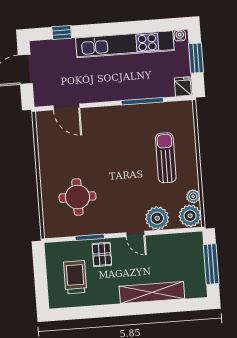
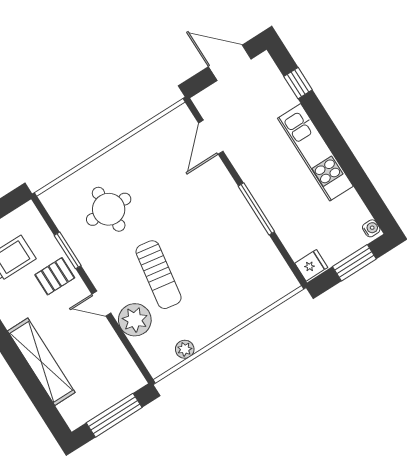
kitchen unit: (125, 44) -> (315, 152), width x0.73
window: (142, 101) -> (256, 209), moved
sun lounger: (166, 158) -> (159, 275), moved, turned 99
plant: (190, 216) -> (159, 358), removed
door: (135, 234) -> (101, 304), hinge flipped

